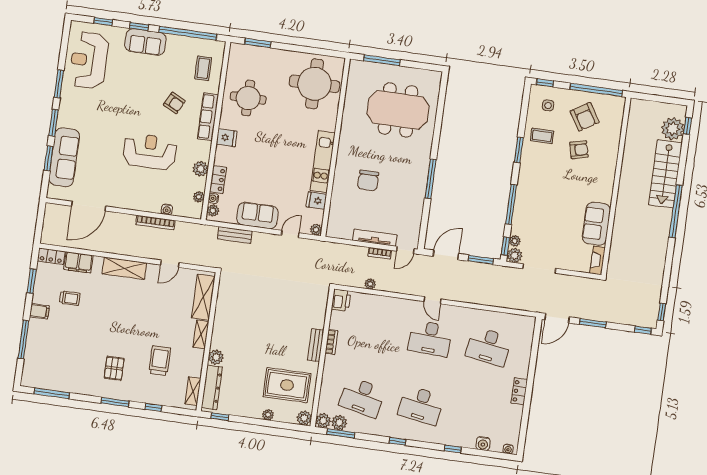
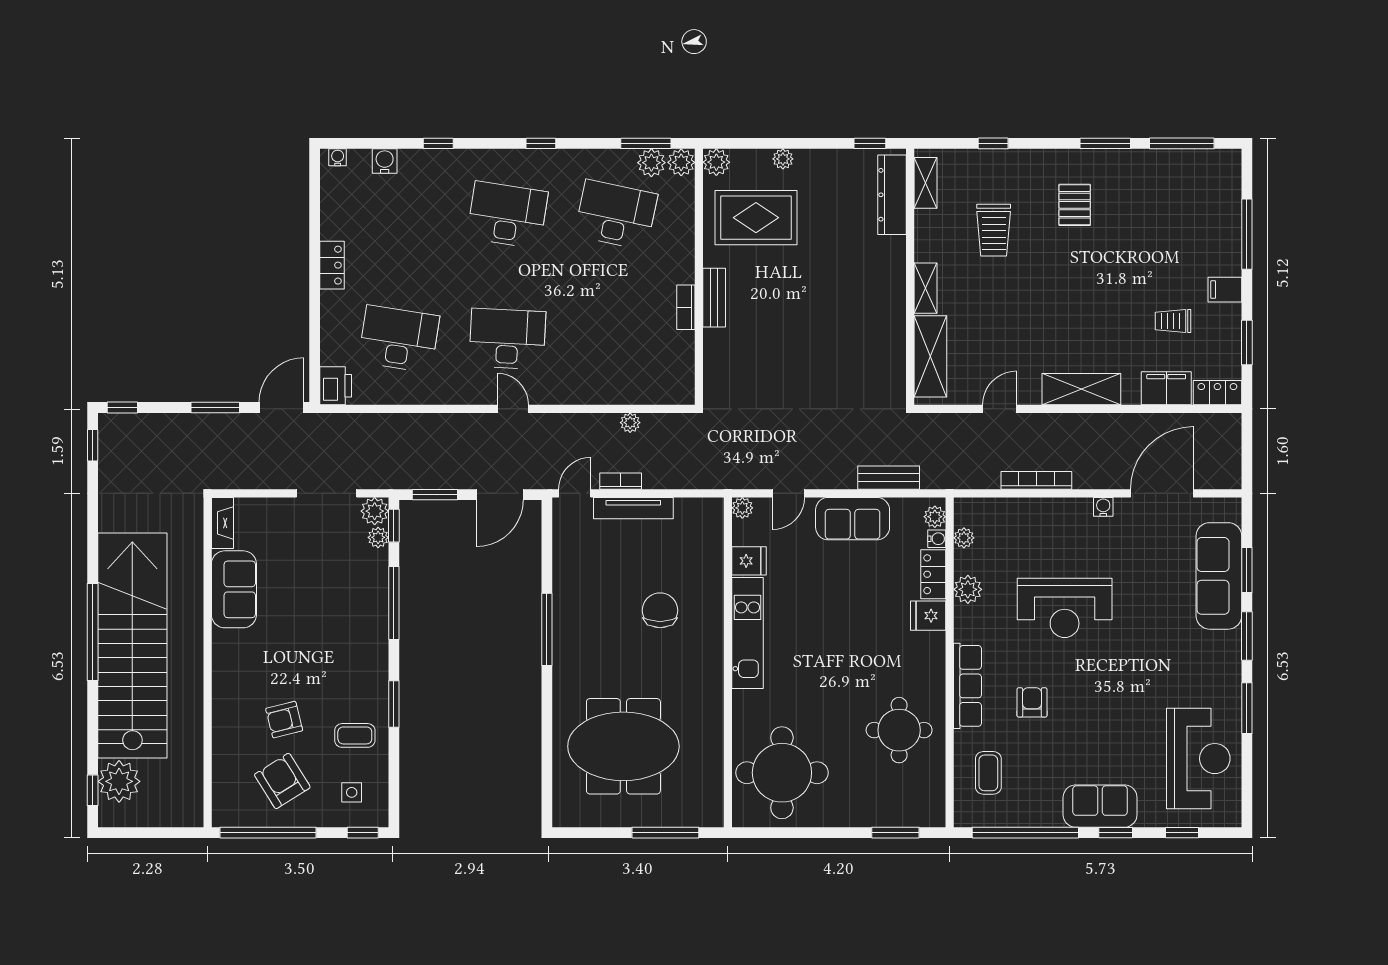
armchair: (174, 103) -> (1032, 702), turned 63
fridge: (227, 138) -> (928, 616), moved
stairs: (665, 174) -> (132, 646), width x1.86, depth x1.51
water cooler: (167, 209) -> (1103, 507), moved
printer: (341, 300) -> (336, 386), moved, turned 180
plant: (216, 357) -> (892, 251), removed
window: (115, 402) -> (1105, 143), moved

